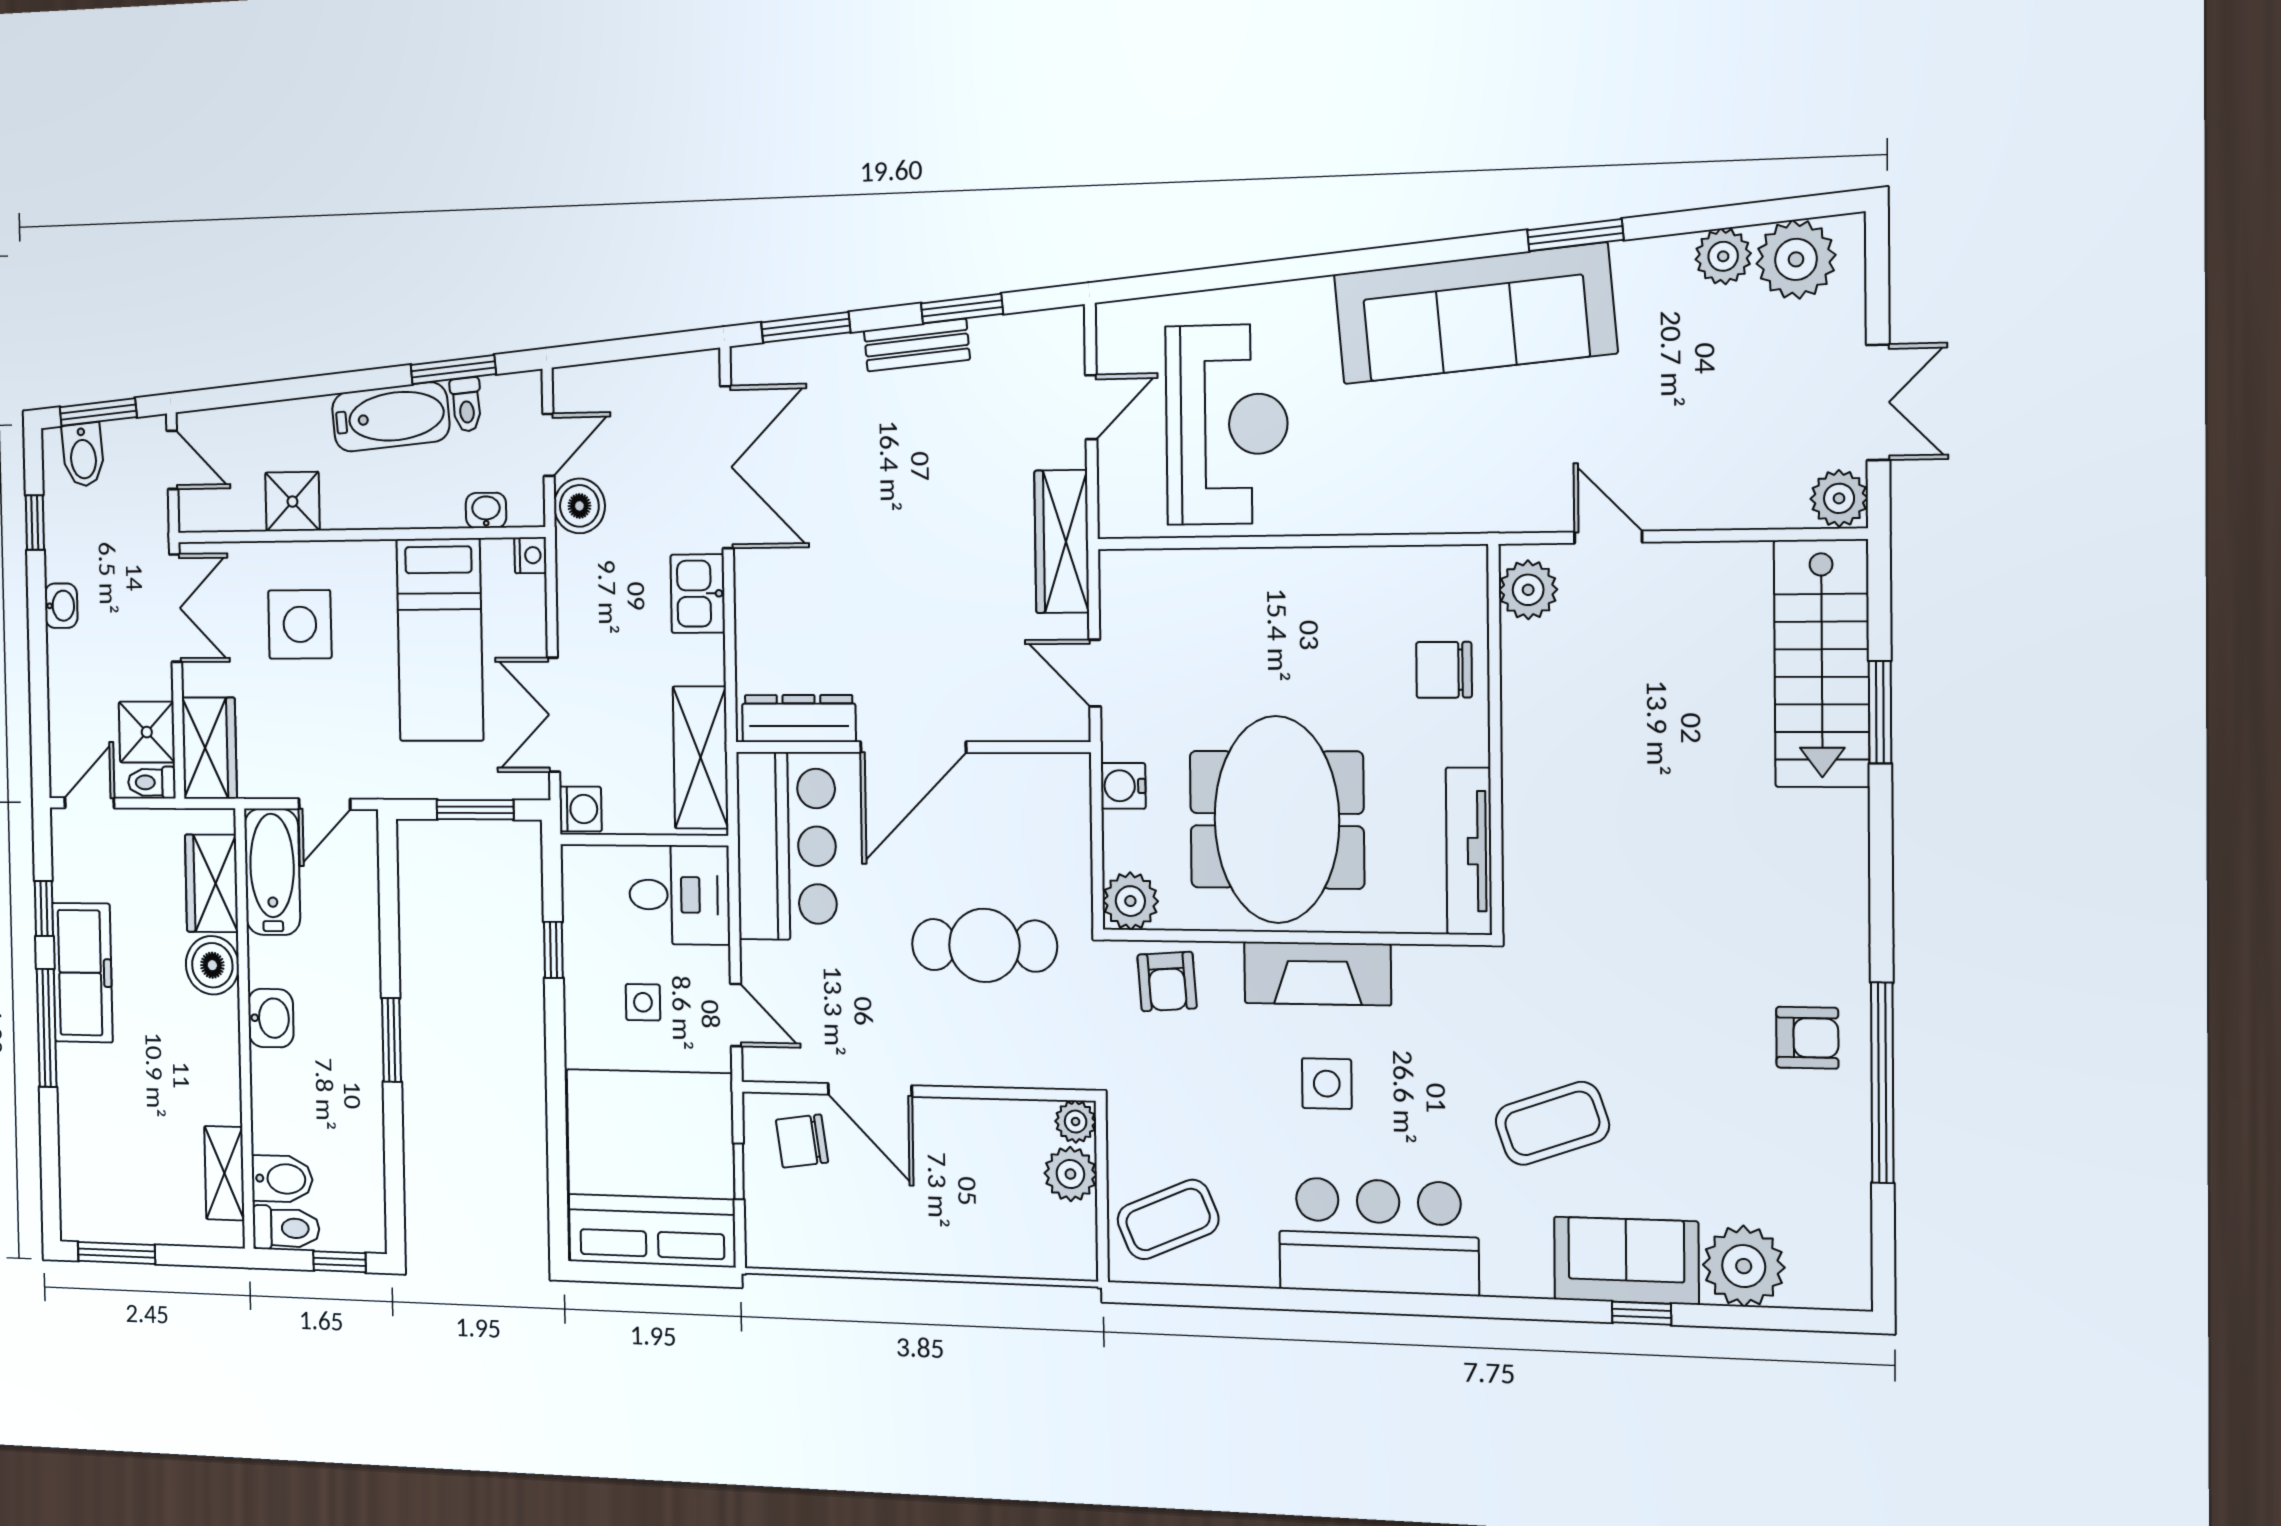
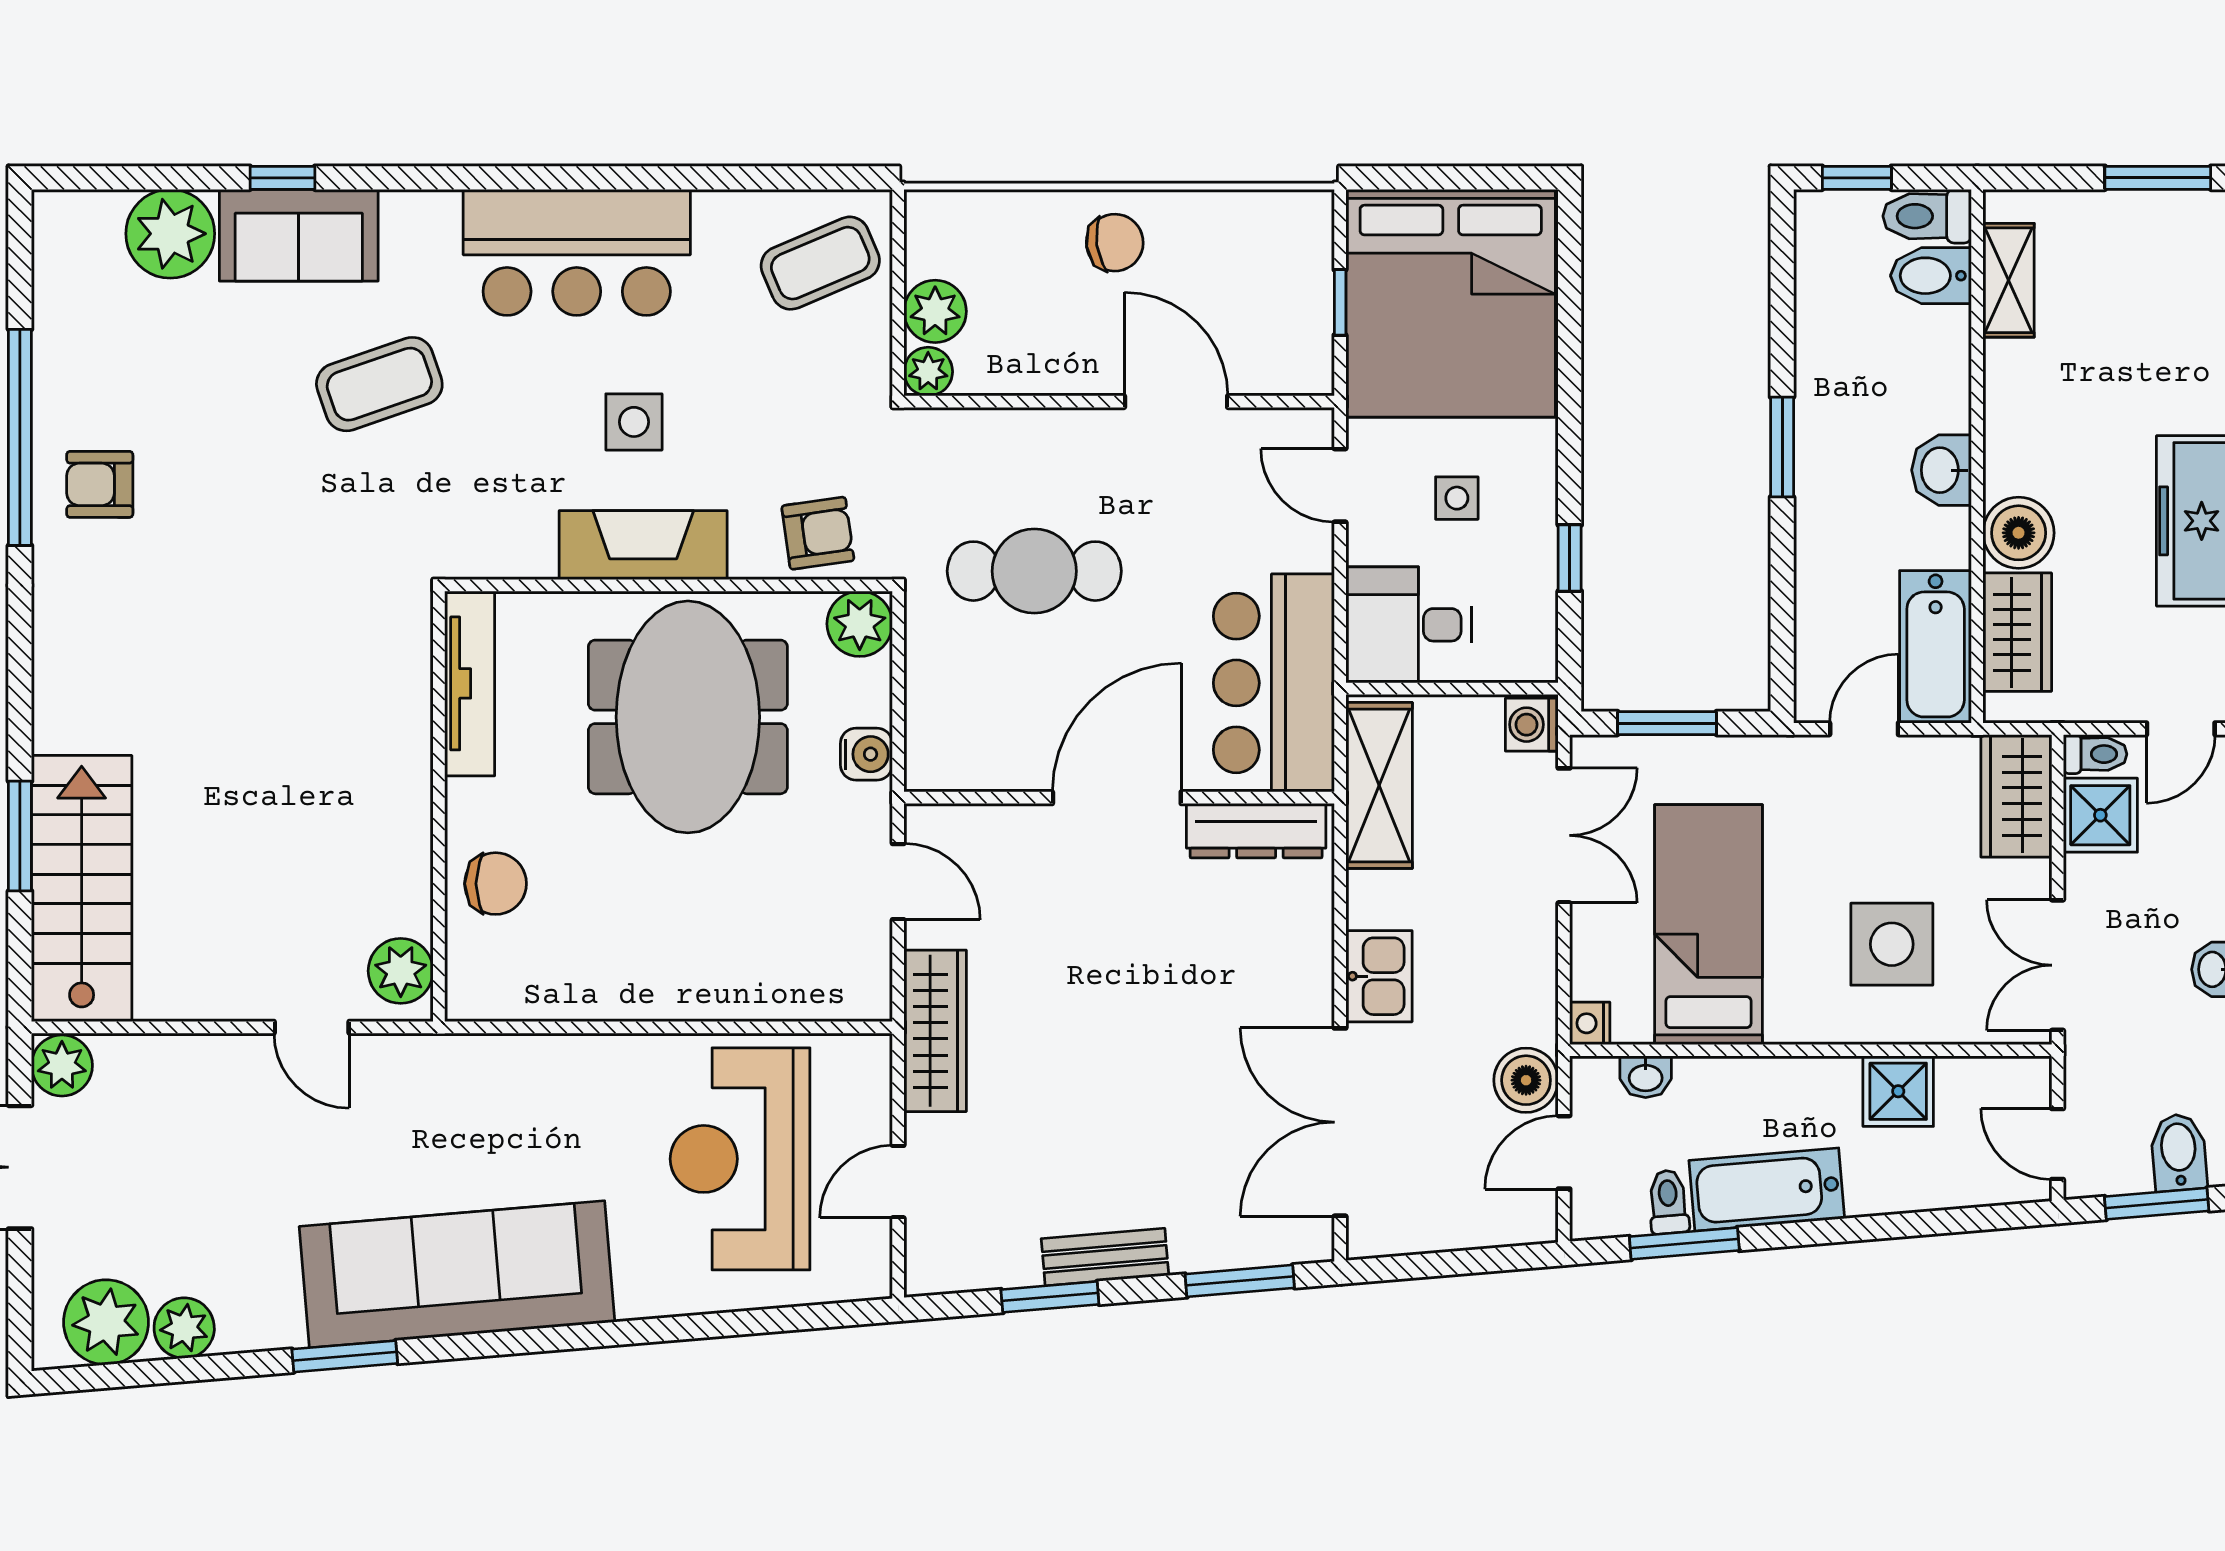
armchair: (1167, 981) -> (818, 533), turned 86
chair: (802, 1141) -> (1115, 243), moved

